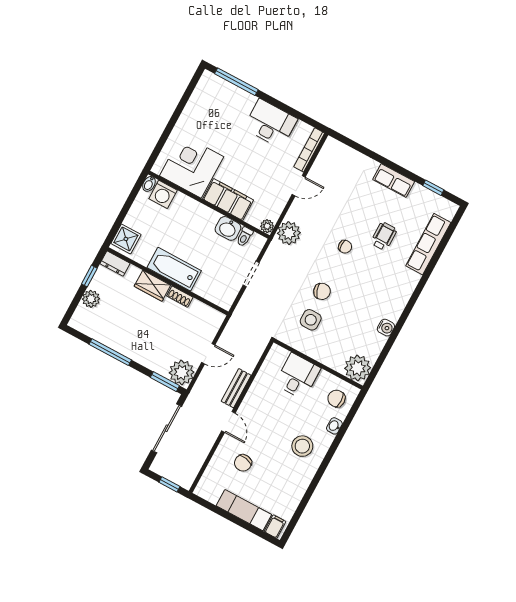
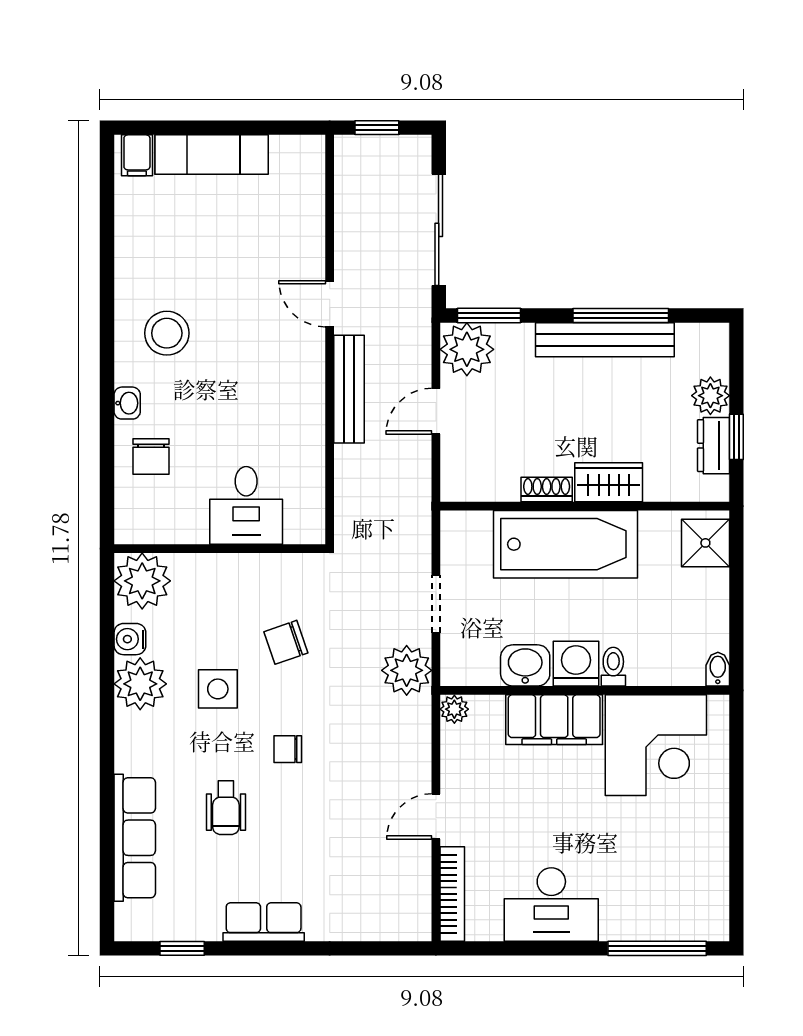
washing machine: (163, 194) -> (576, 664), moved
plant: (289, 233) -> (407, 670), moved
toilet: (245, 237) -> (613, 667), moved
dresser: (115, 264) -> (713, 446), moved, turned -90
bathtub: (174, 269) -> (566, 544), width x1.36, depth x1.36
plant: (392, 307) -> (140, 684), added
side table: (311, 320) -> (218, 689), moved
bench: (122, 346) -> (605, 340), added
wall: (318, 364) -> (220, 549), moved
plant: (358, 368) -> (142, 581), moved
desk: (298, 376) -> (246, 505), moved
bench: (236, 388) -> (349, 389), width x1.36
chair: (336, 399) -> (151, 457), turned 90
chair: (243, 463) -> (261, 242), removed

